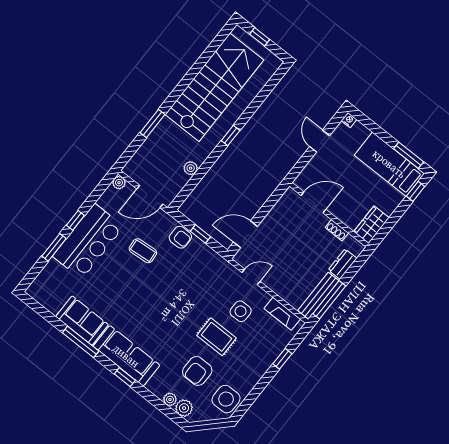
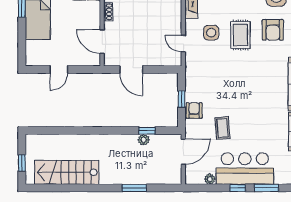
stairs: (214, 87) -> (67, 172), width x0.73, depth x0.66
nightstand: (349, 120) -> (30, 61), removed
window: (231, 136) -> (147, 131), moved
plant: (119, 183) -> (210, 179), moved
door: (150, 196) -> (183, 152), hinge flipped
door: (245, 234) -> (131, 69), moved
armchair: (197, 371) -> (273, 30), turned 90

